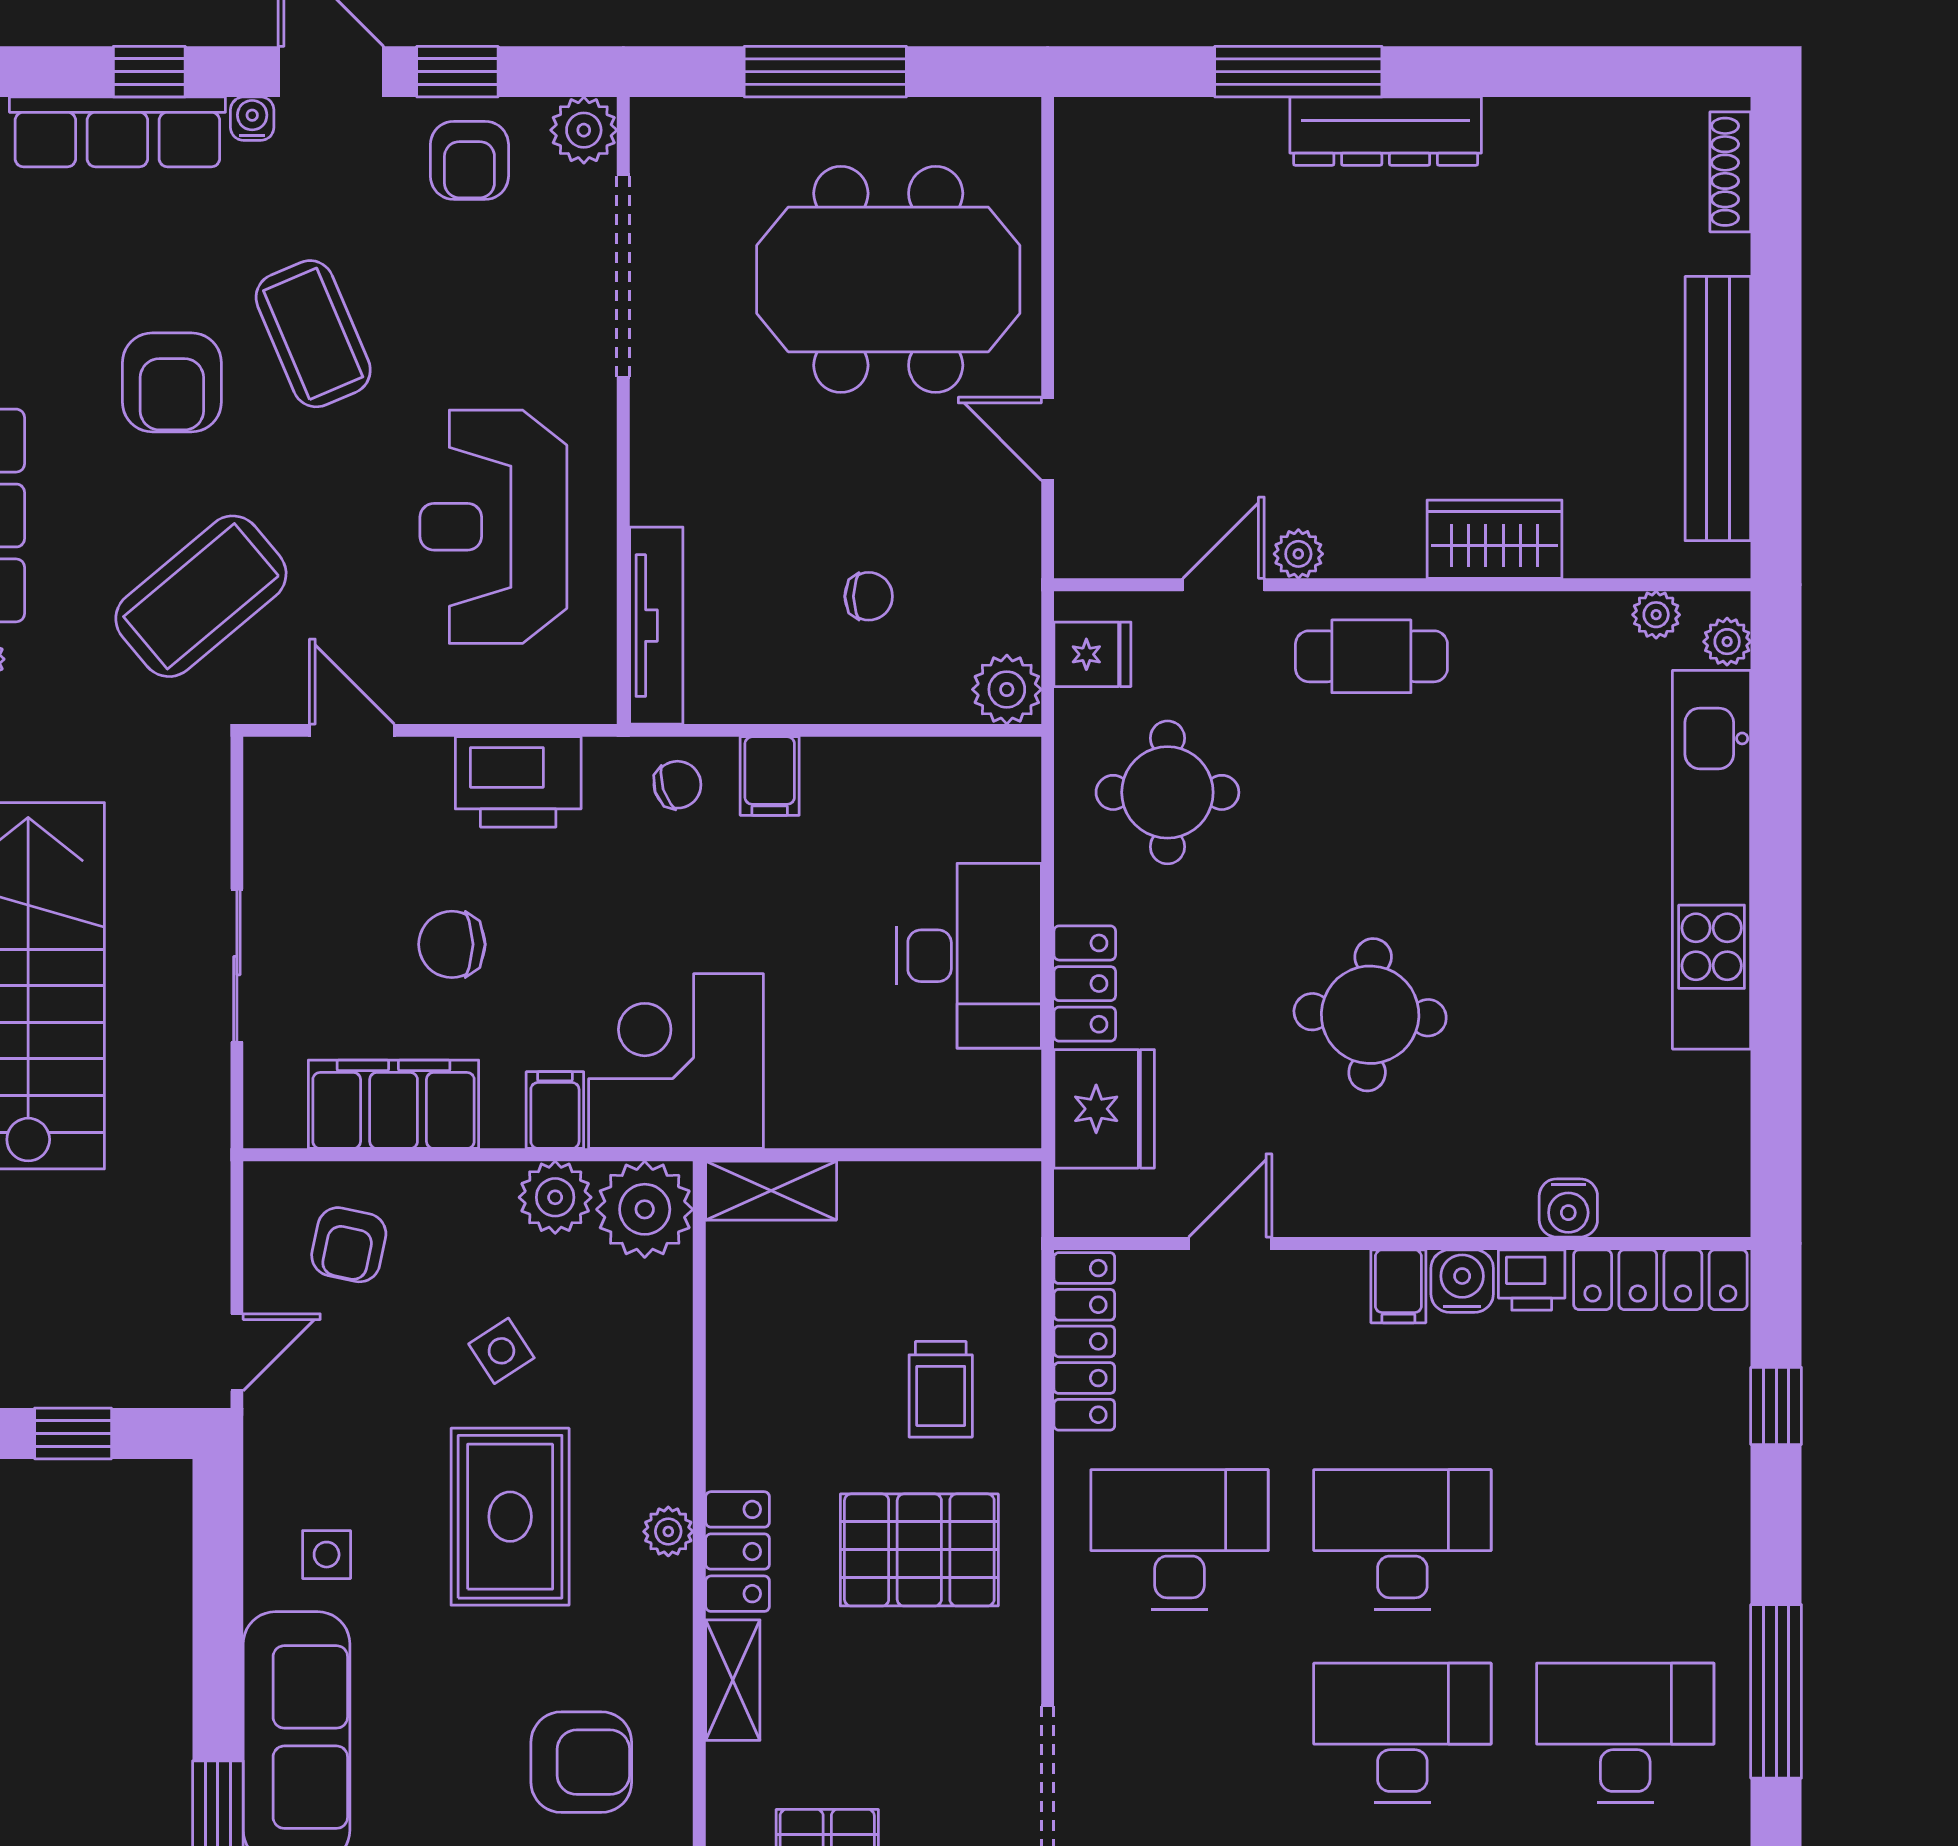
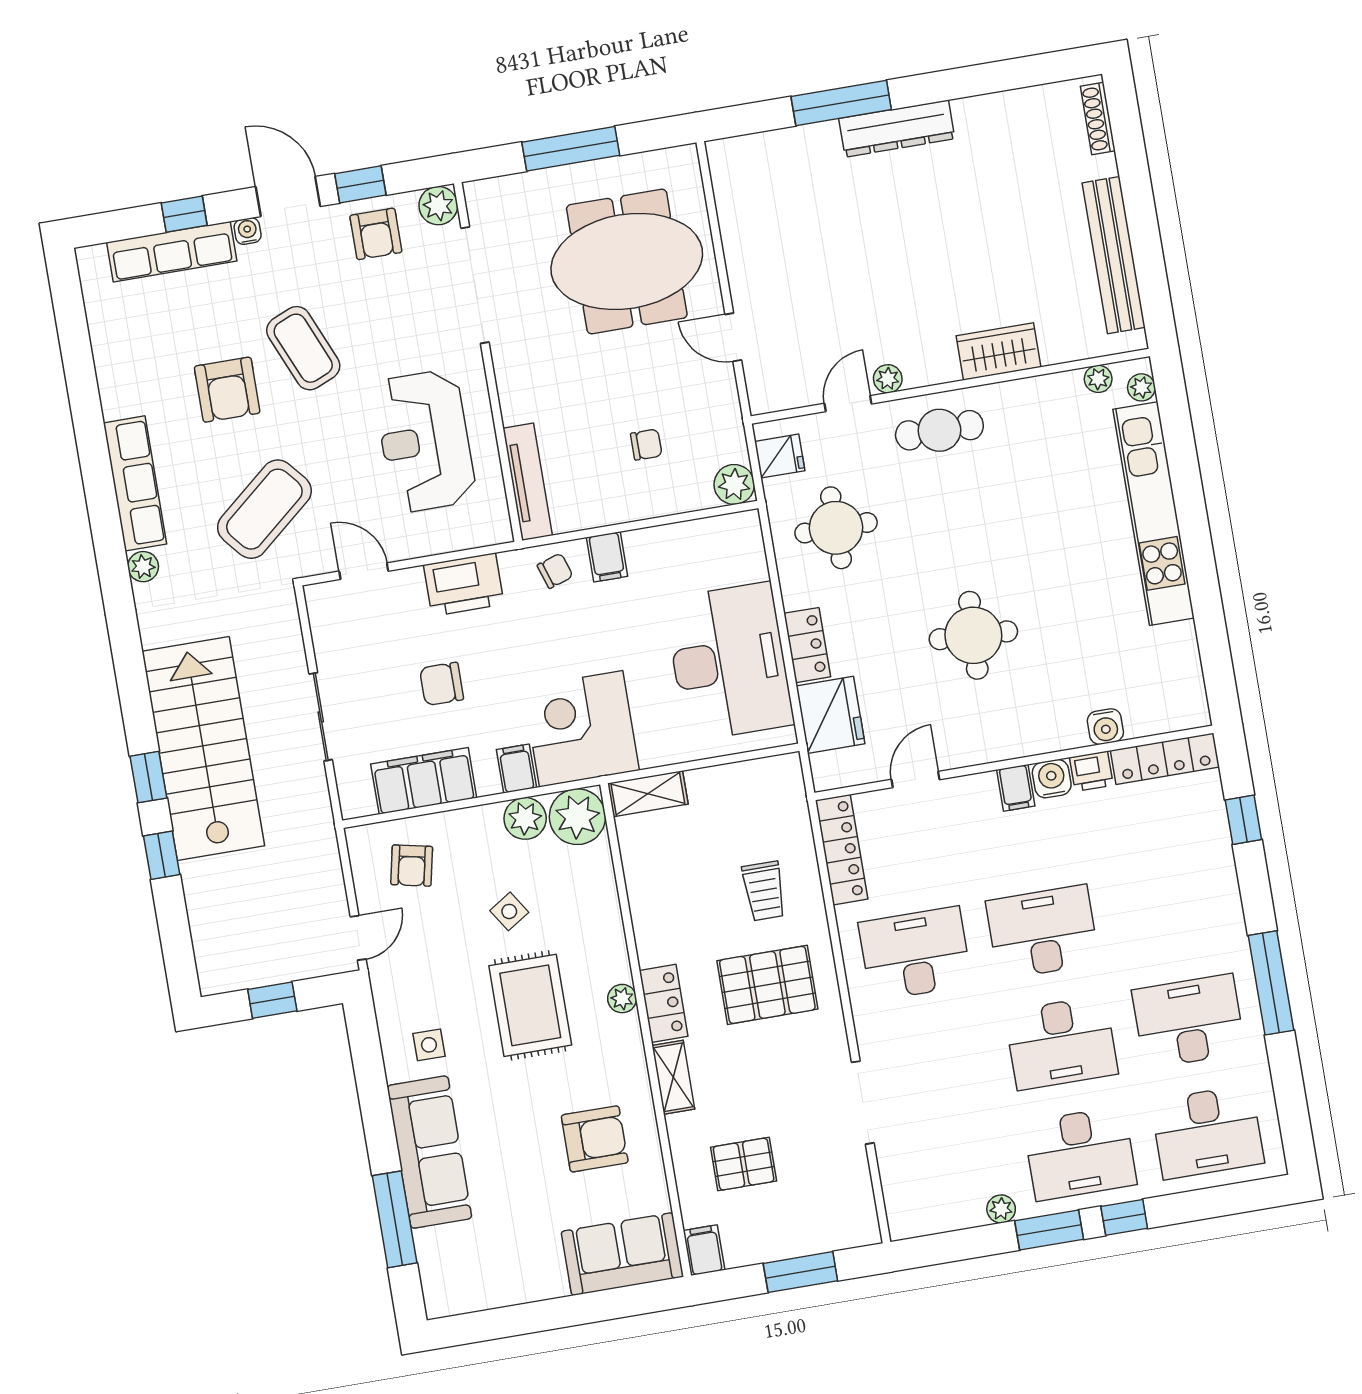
desk: (969, 956) -> (729, 662), width x1.36, depth x1.30
desk: (1402, 1733) -> (1061, 1043), turned 180

